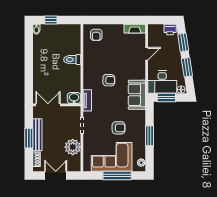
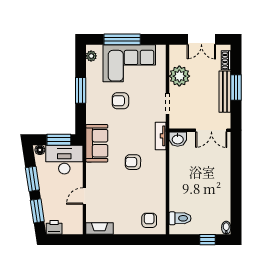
toilet: (72, 60) -> (180, 218), moved

